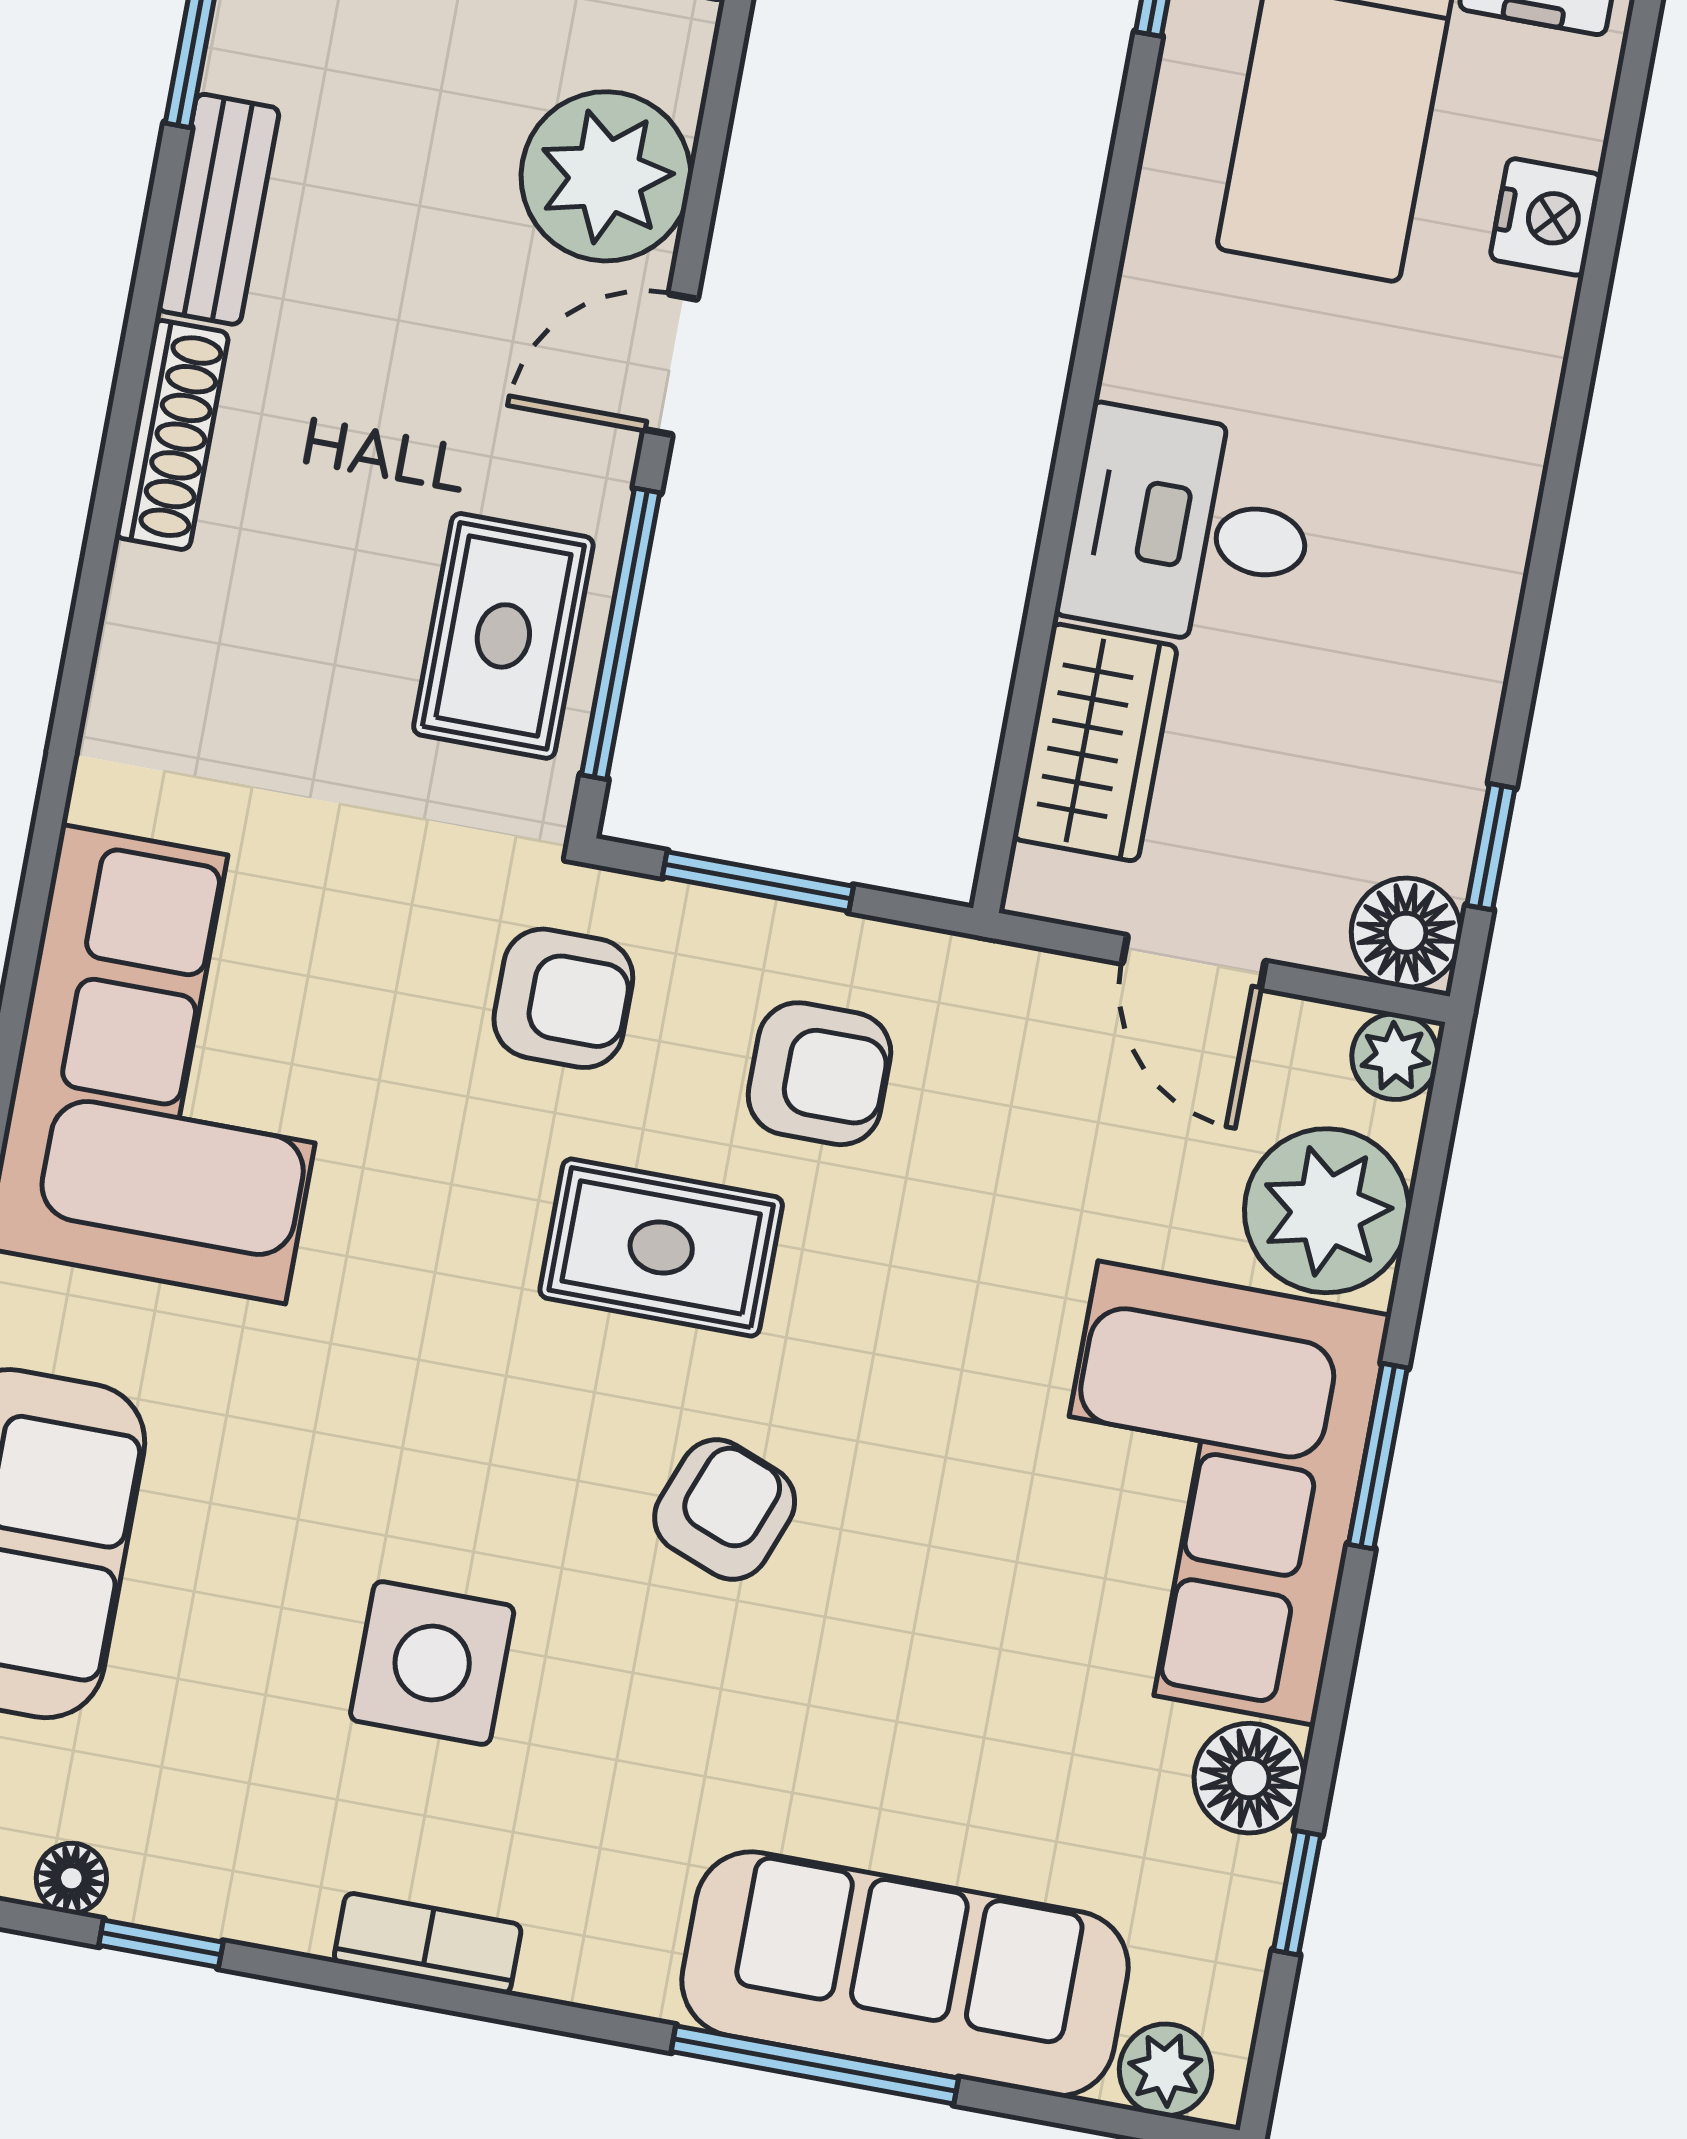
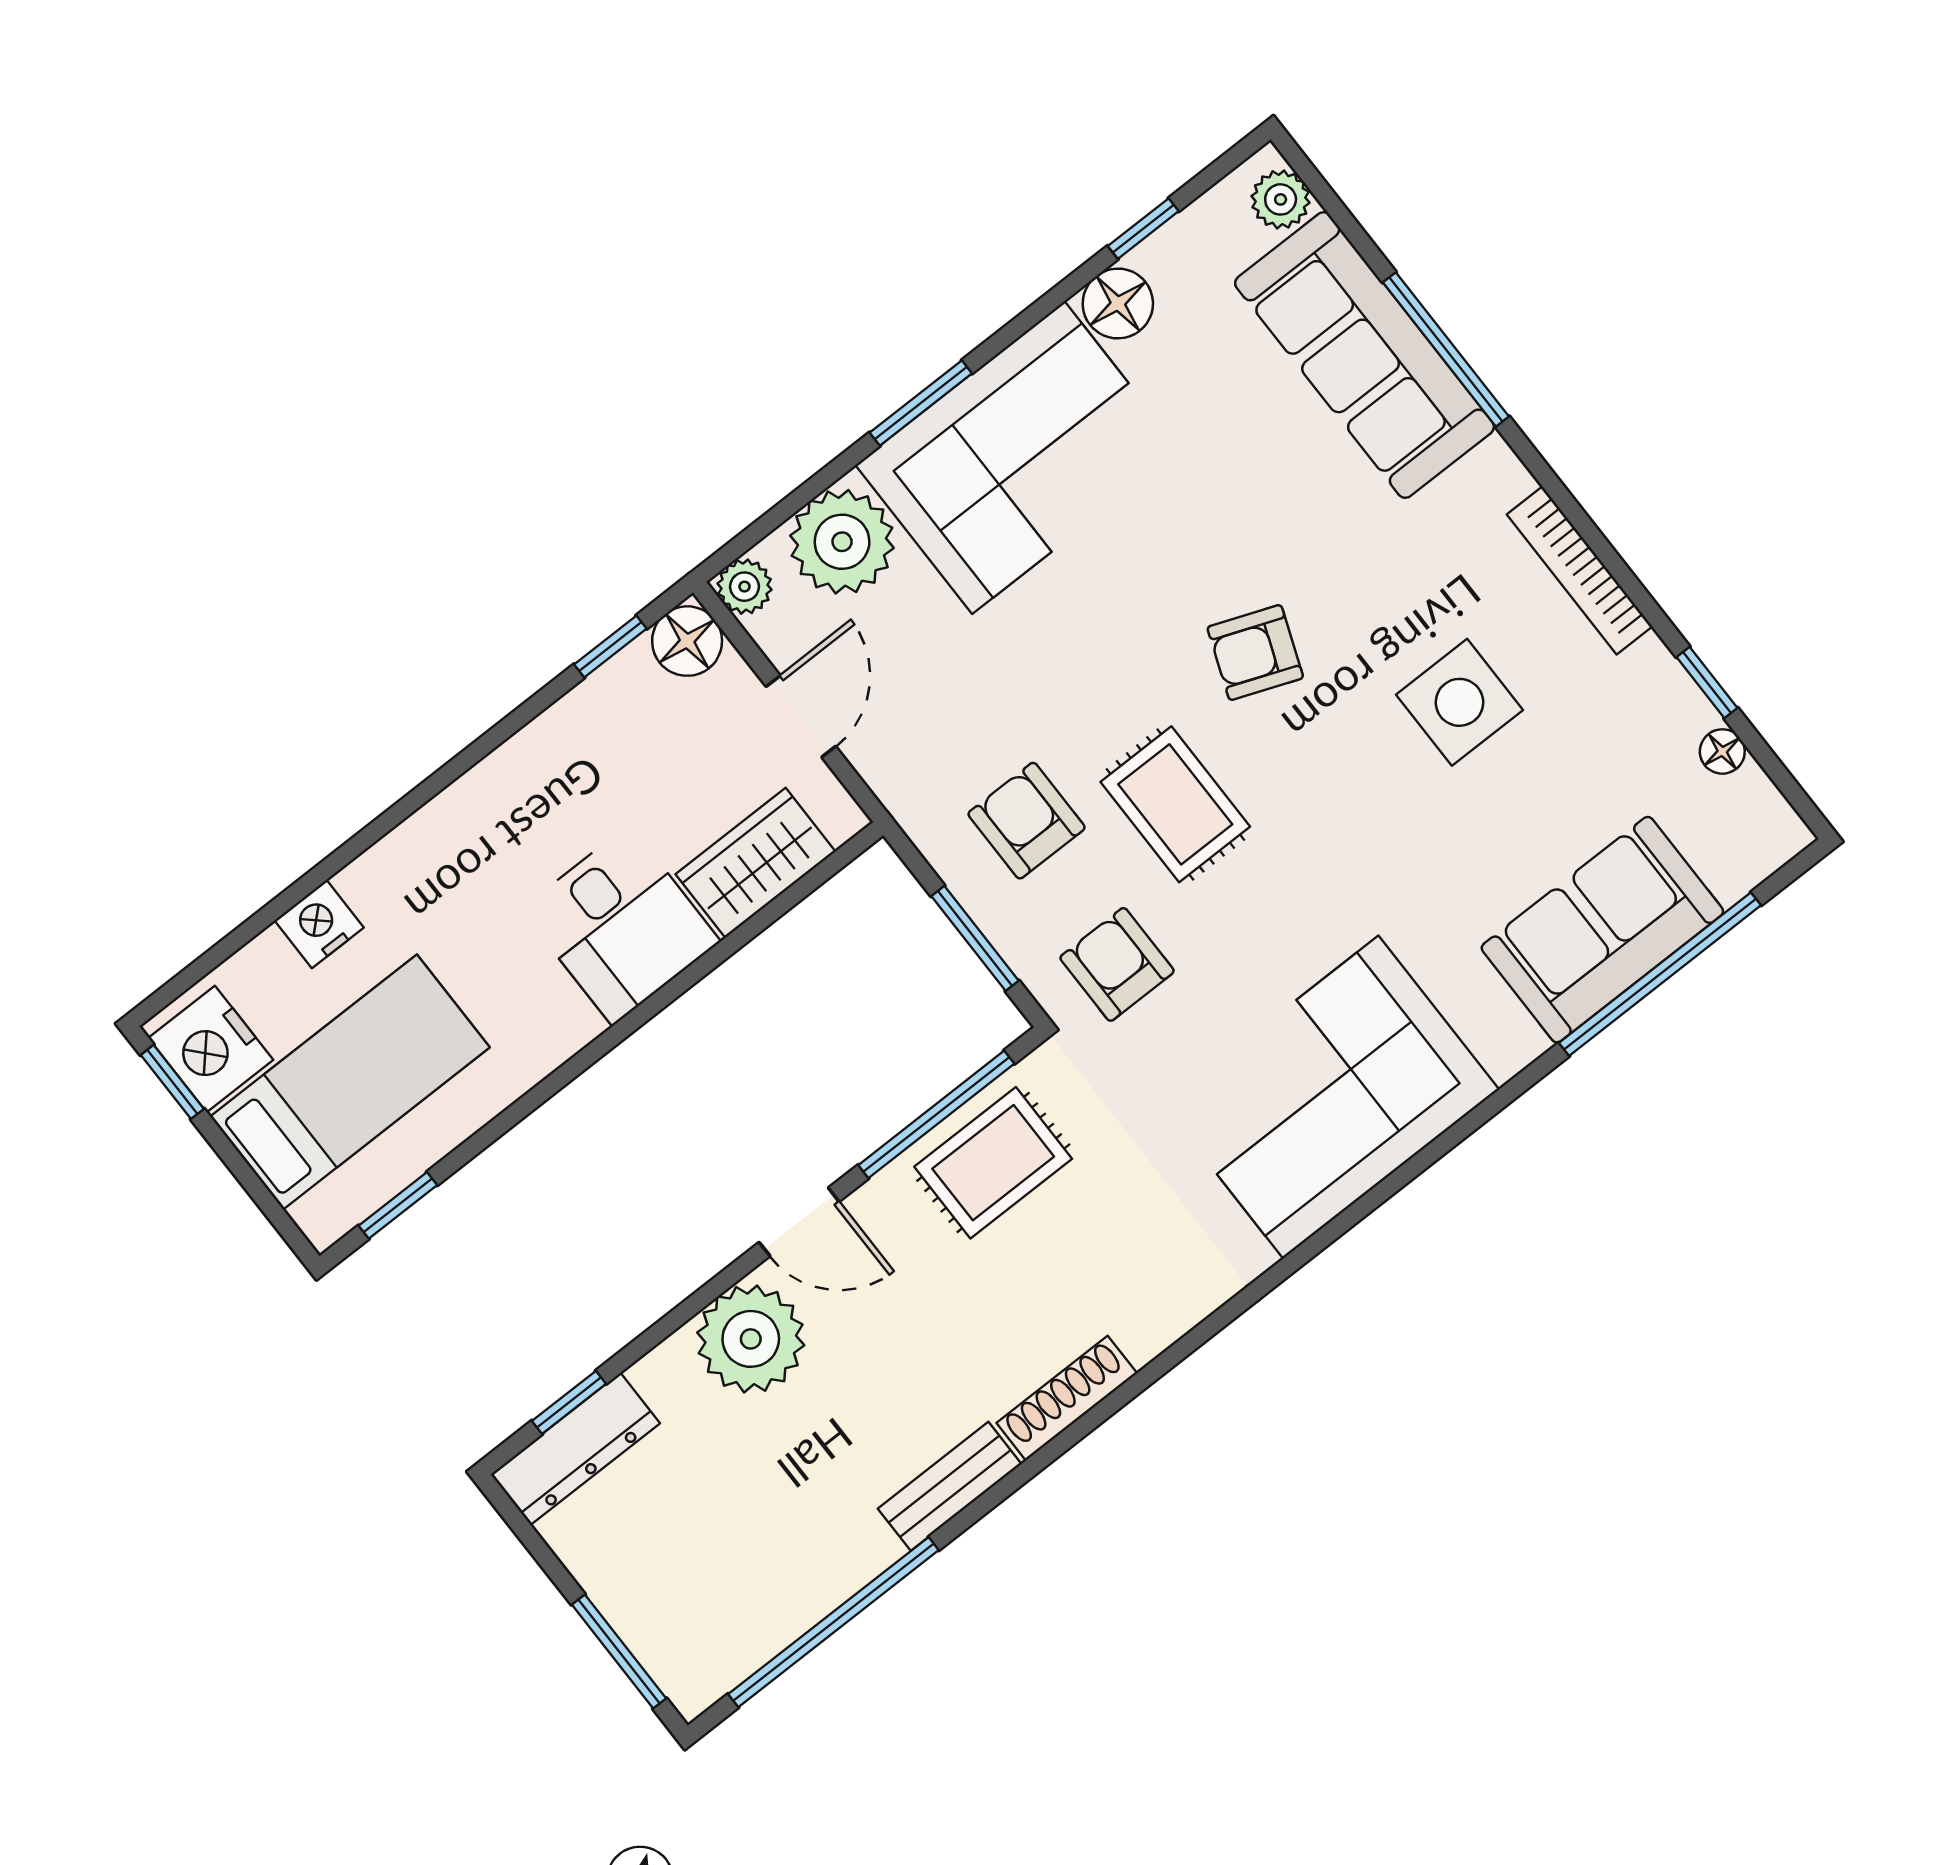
bookcase: (428, 1943) -> (1580, 570), width x1.56

